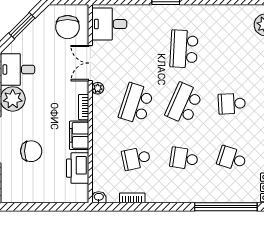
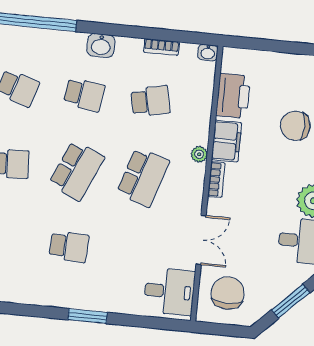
school desk: (184, 49) -> (69, 247), width x0.54
plant: (98, 88) -> (199, 154), moved
washbasin: (176, 195) -> (101, 45), added

